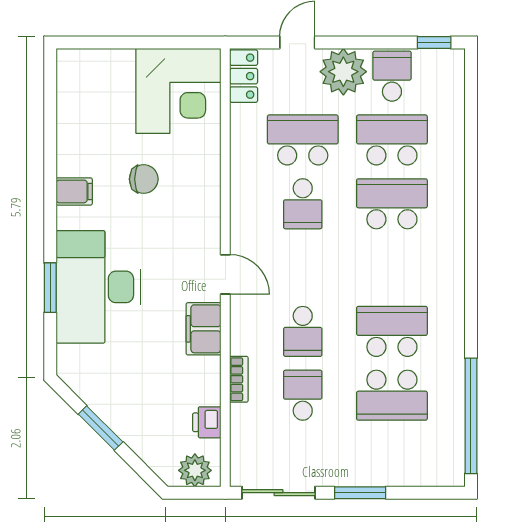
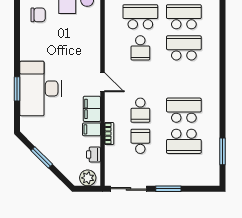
chair: (144, 179) -> (38, 15), moved
filing cabinet: (74, 191) -> (92, 129), moved, turned 180
window: (471, 416) -> (222, 151), width x0.47

